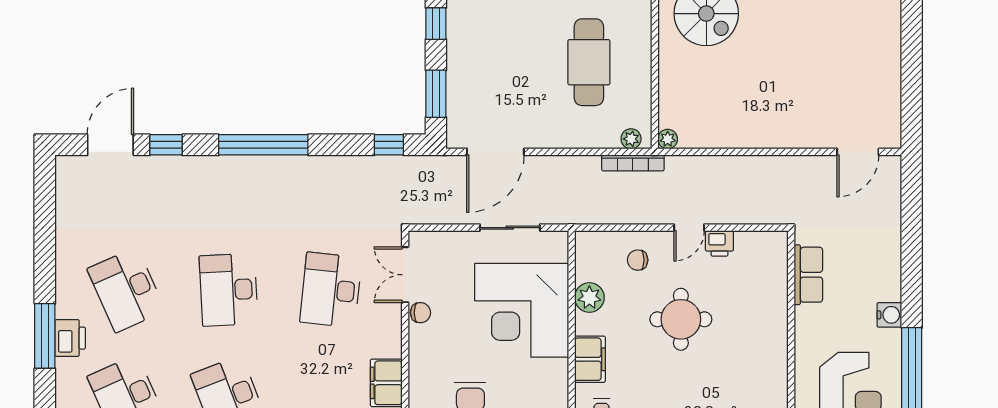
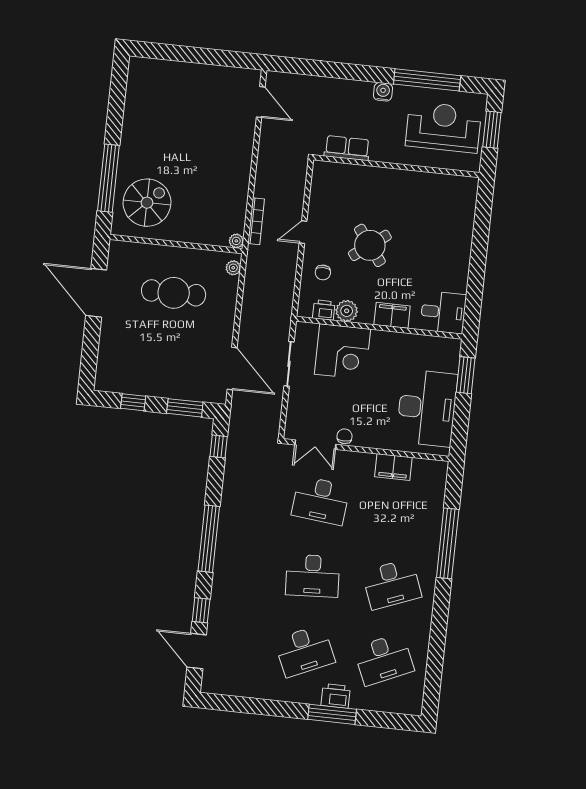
bookcase: (633, 163) -> (256, 221), moved
door: (689, 228) -> (303, 232), swing flipped
printer: (719, 243) -> (324, 310), moved, turned -90
corner desk: (522, 310) -> (342, 352), width x0.74, depth x0.74
round table: (681, 319) -> (370, 245), turned -37

